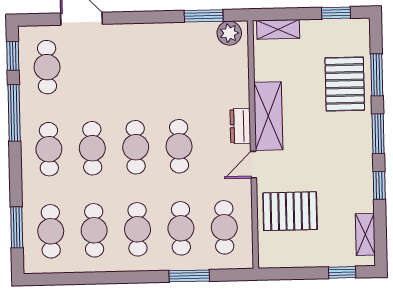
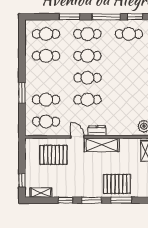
pallet: (290, 211) -> (53, 155), turned 90
window: (17, 227) -> (69, 17), moved
cafe table: (138, 229) -> (46, 78), removed
window: (189, 276) -> (22, 93), moved

